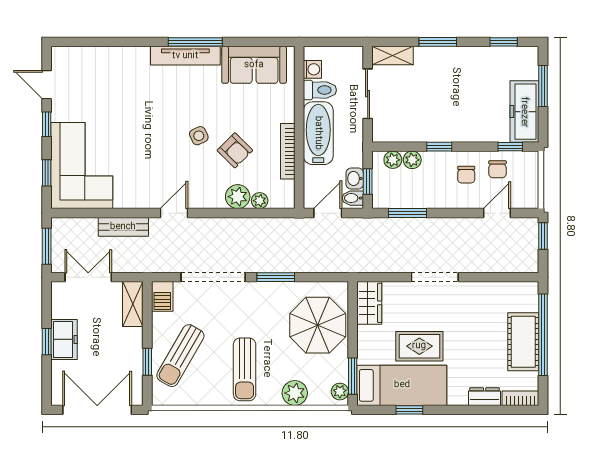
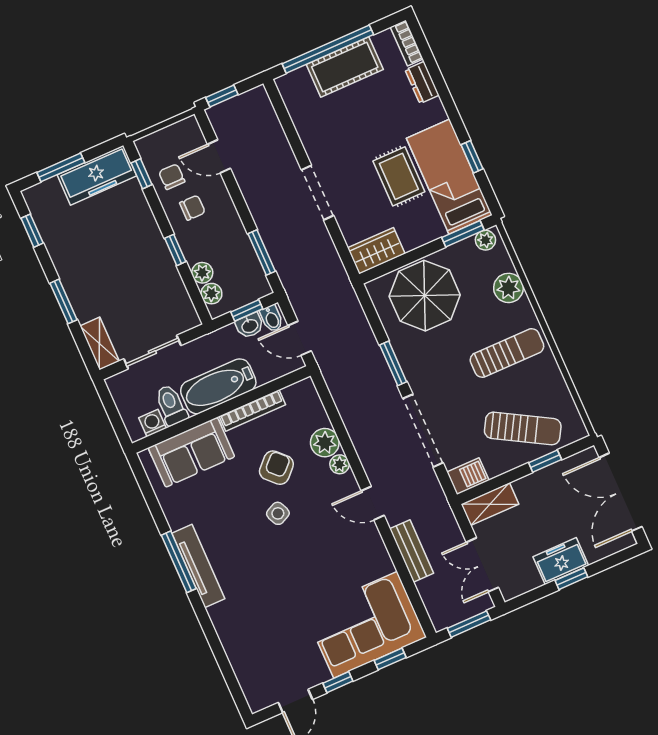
sofa: (254, 65) -> (191, 452), moved, turned 90
chair: (497, 169) -> (172, 177), turned -90
plant: (260, 201) -> (340, 464), moved

